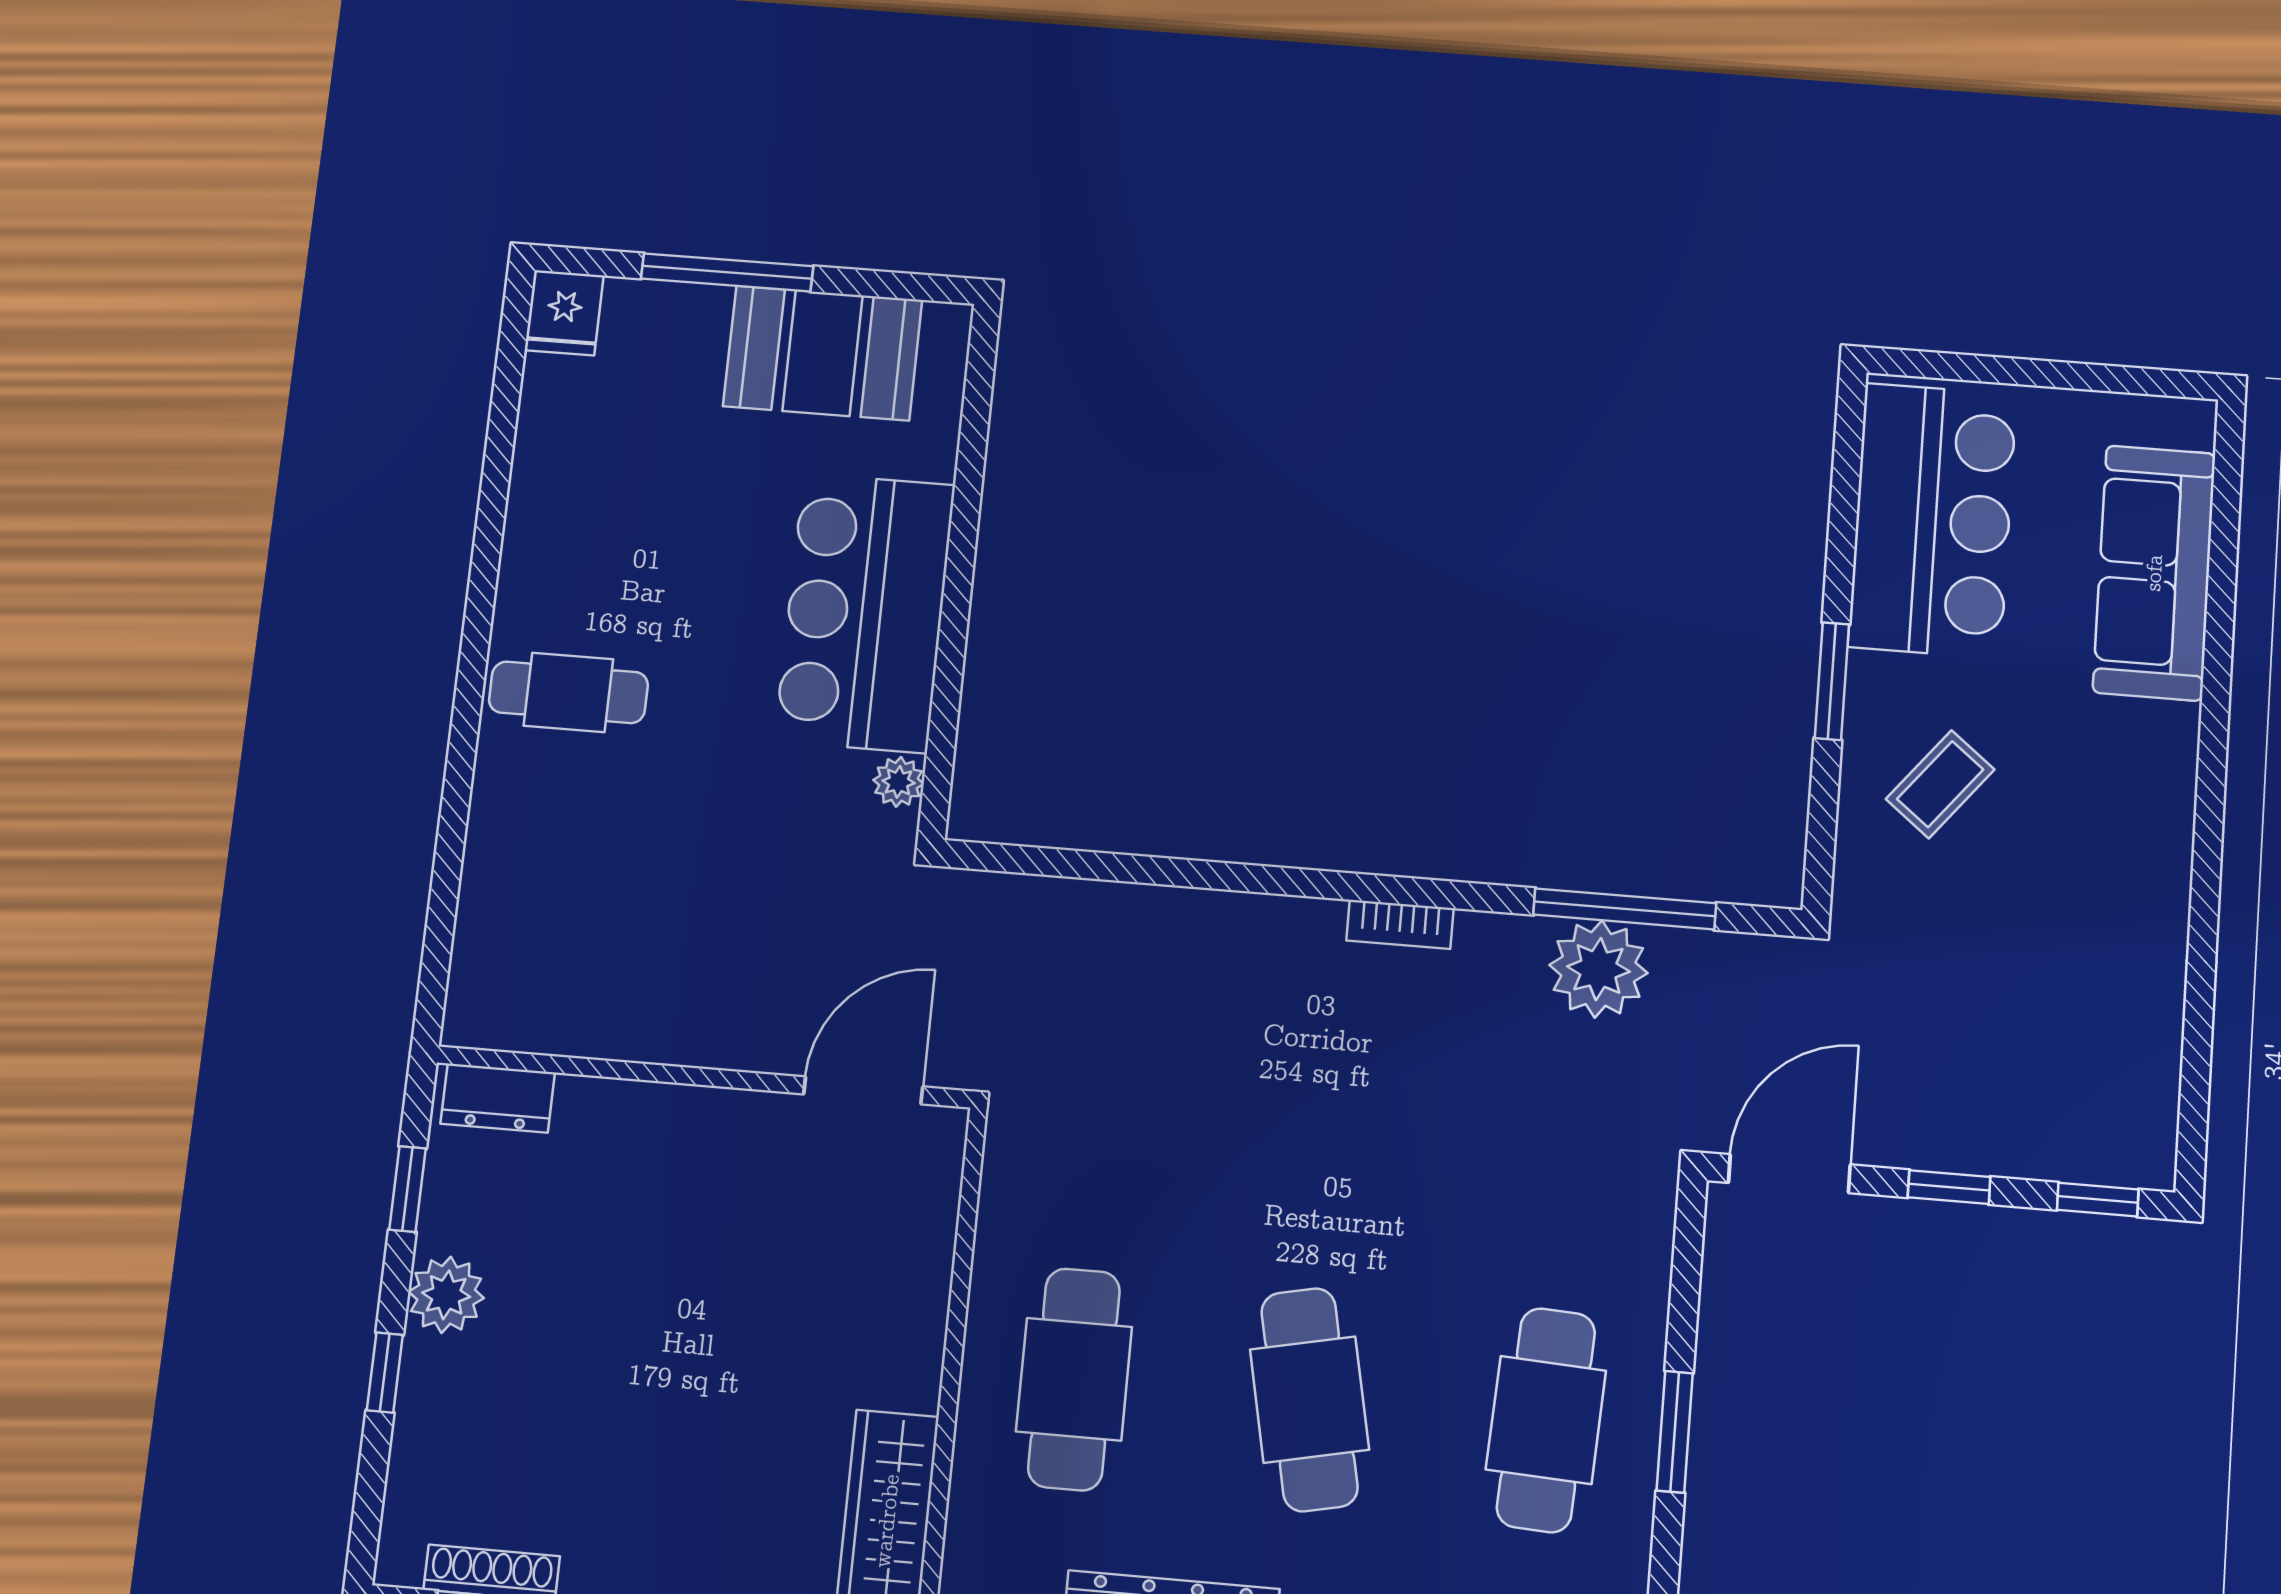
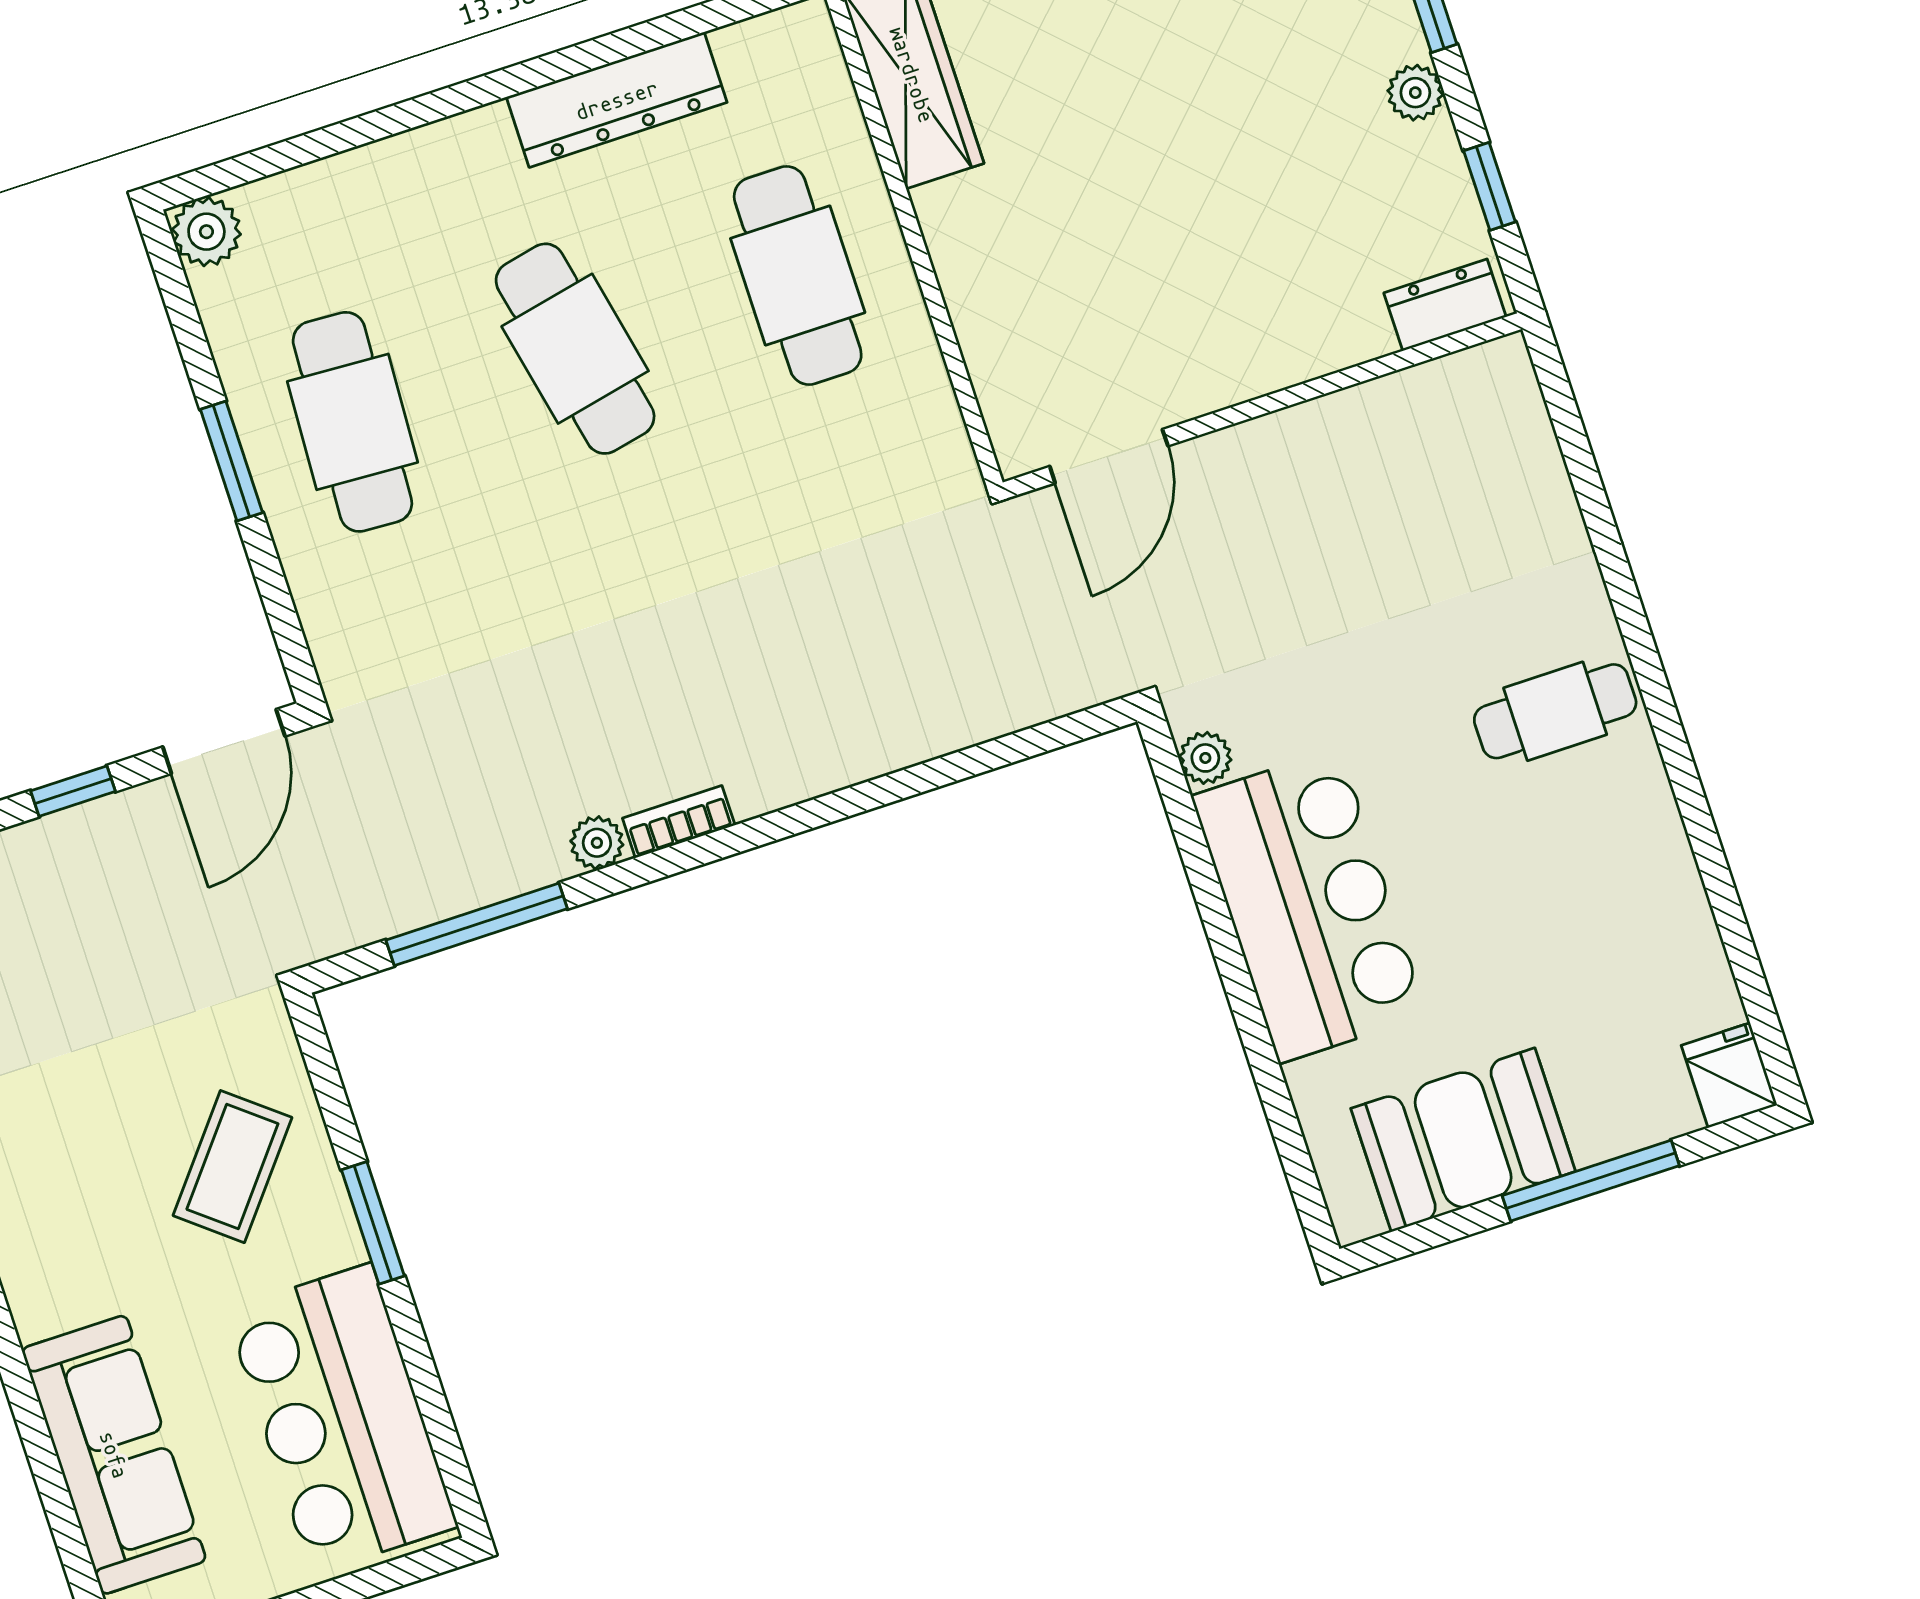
coffee table: (1940, 784) -> (232, 1167), width x1.36, depth x1.30
plant: (1598, 969) -> (597, 843), moved, width x0.53, depth x0.53
plant: (446, 1295) -> (1415, 93), width x0.73, depth x0.73

